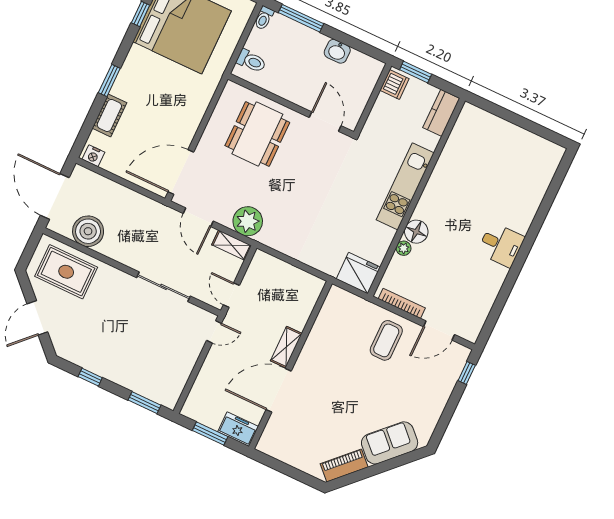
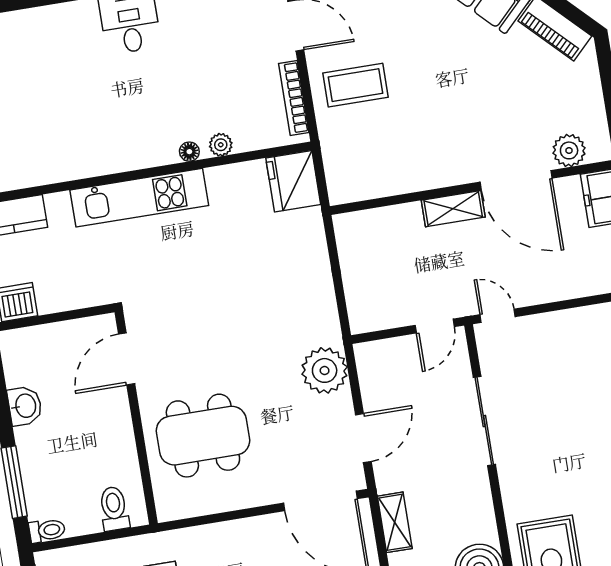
floor lamp: (416, 232) -> (189, 152), width x0.53, depth x0.53
shelving: (232, 245) -> (395, 522), moved
plant: (275, 429) -> (569, 150), added

